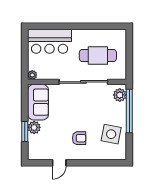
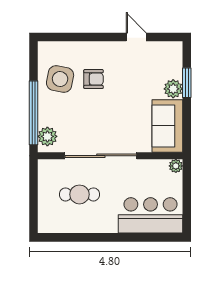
cafe table: (98, 56) -> (79, 194), width x0.73, depth x0.74
armchair: (79, 138) -> (94, 79), moved, turned 180
door: (59, 163) -> (136, 37), hinge flipped

